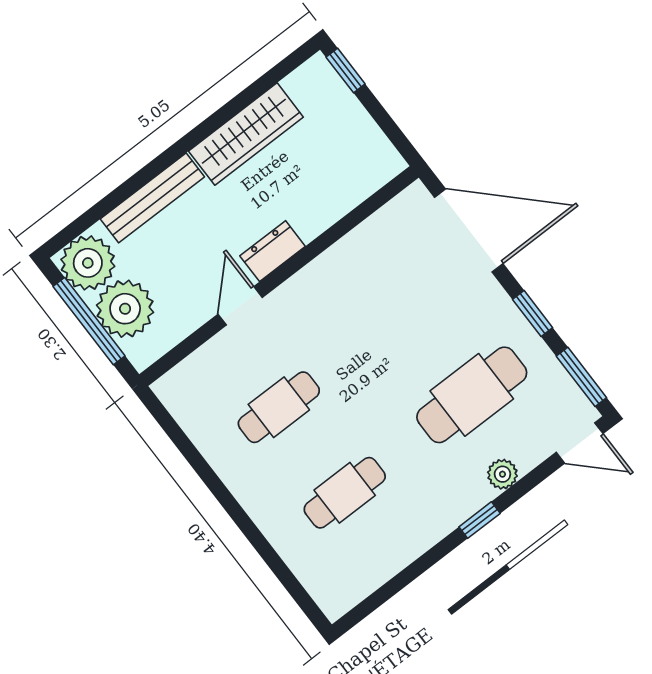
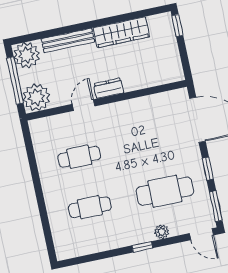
plant: (125, 309) -> (36, 97), moved

